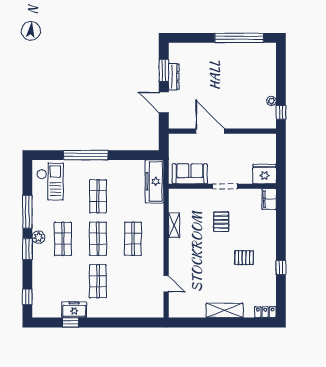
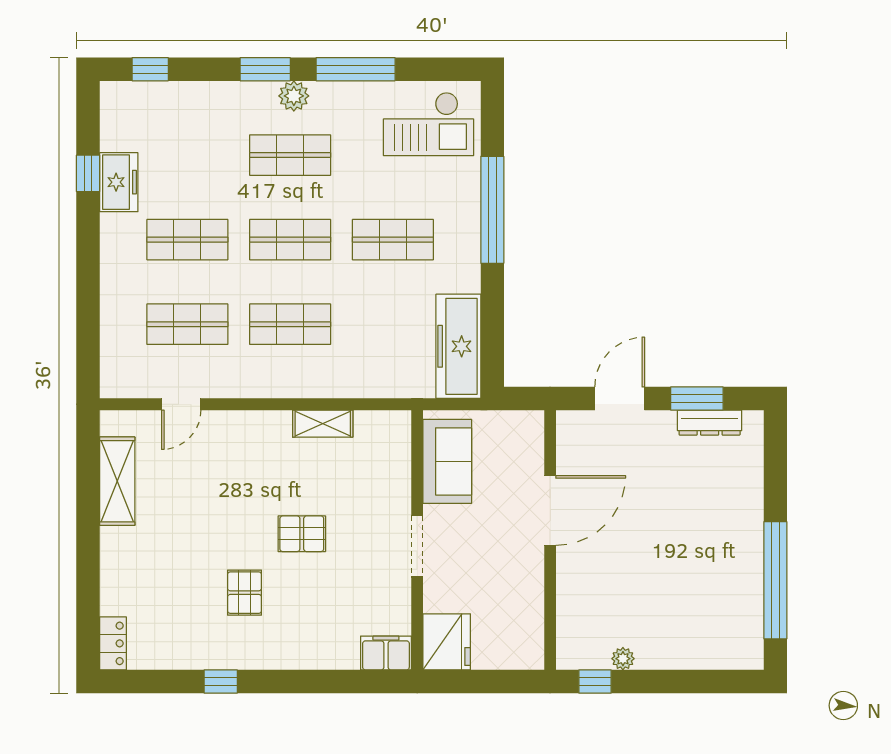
dresser: (174, 77) -> (710, 423), moved
freezer: (154, 181) -> (458, 346), moved, turned -90
pallet: (221, 222) -> (302, 534), moved
shop shelf: (133, 281) -> (187, 324), added
shelving: (225, 310) -> (117, 481), moved

